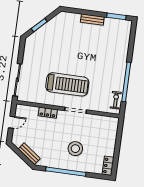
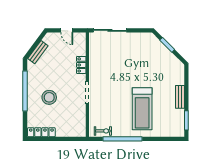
treadmill: (67, 84) -> (142, 109), moved
locker: (108, 166) -> (41, 132), width x1.53

